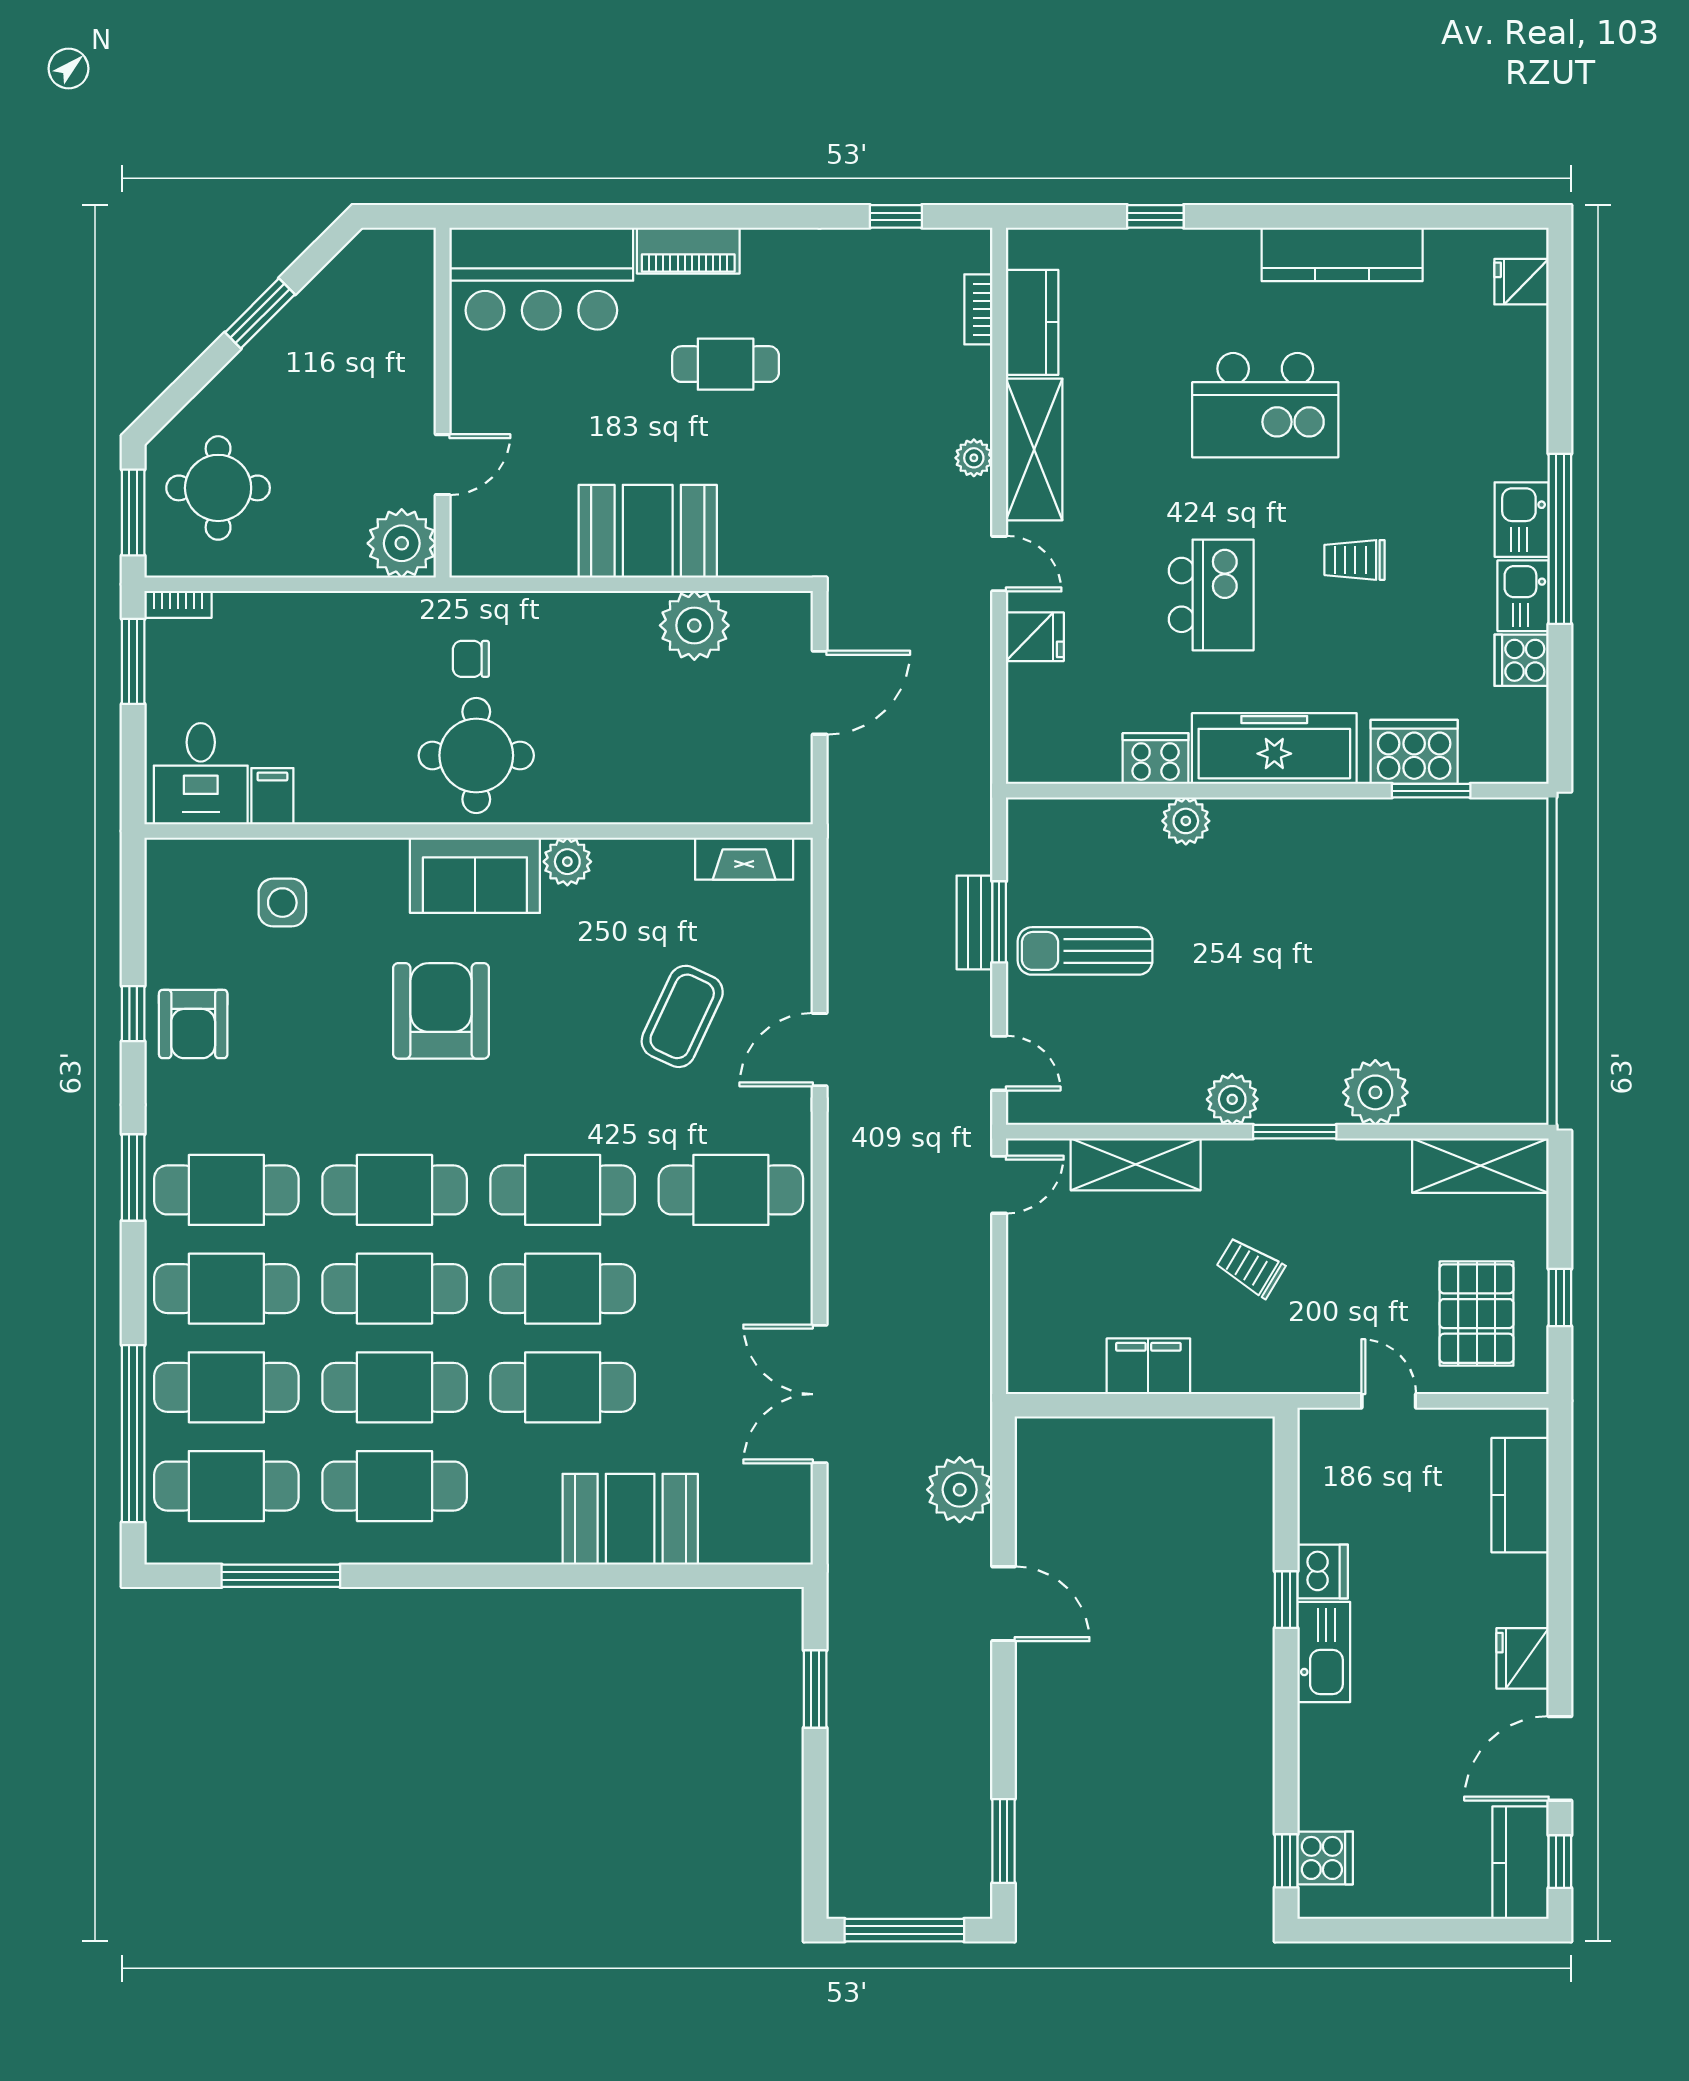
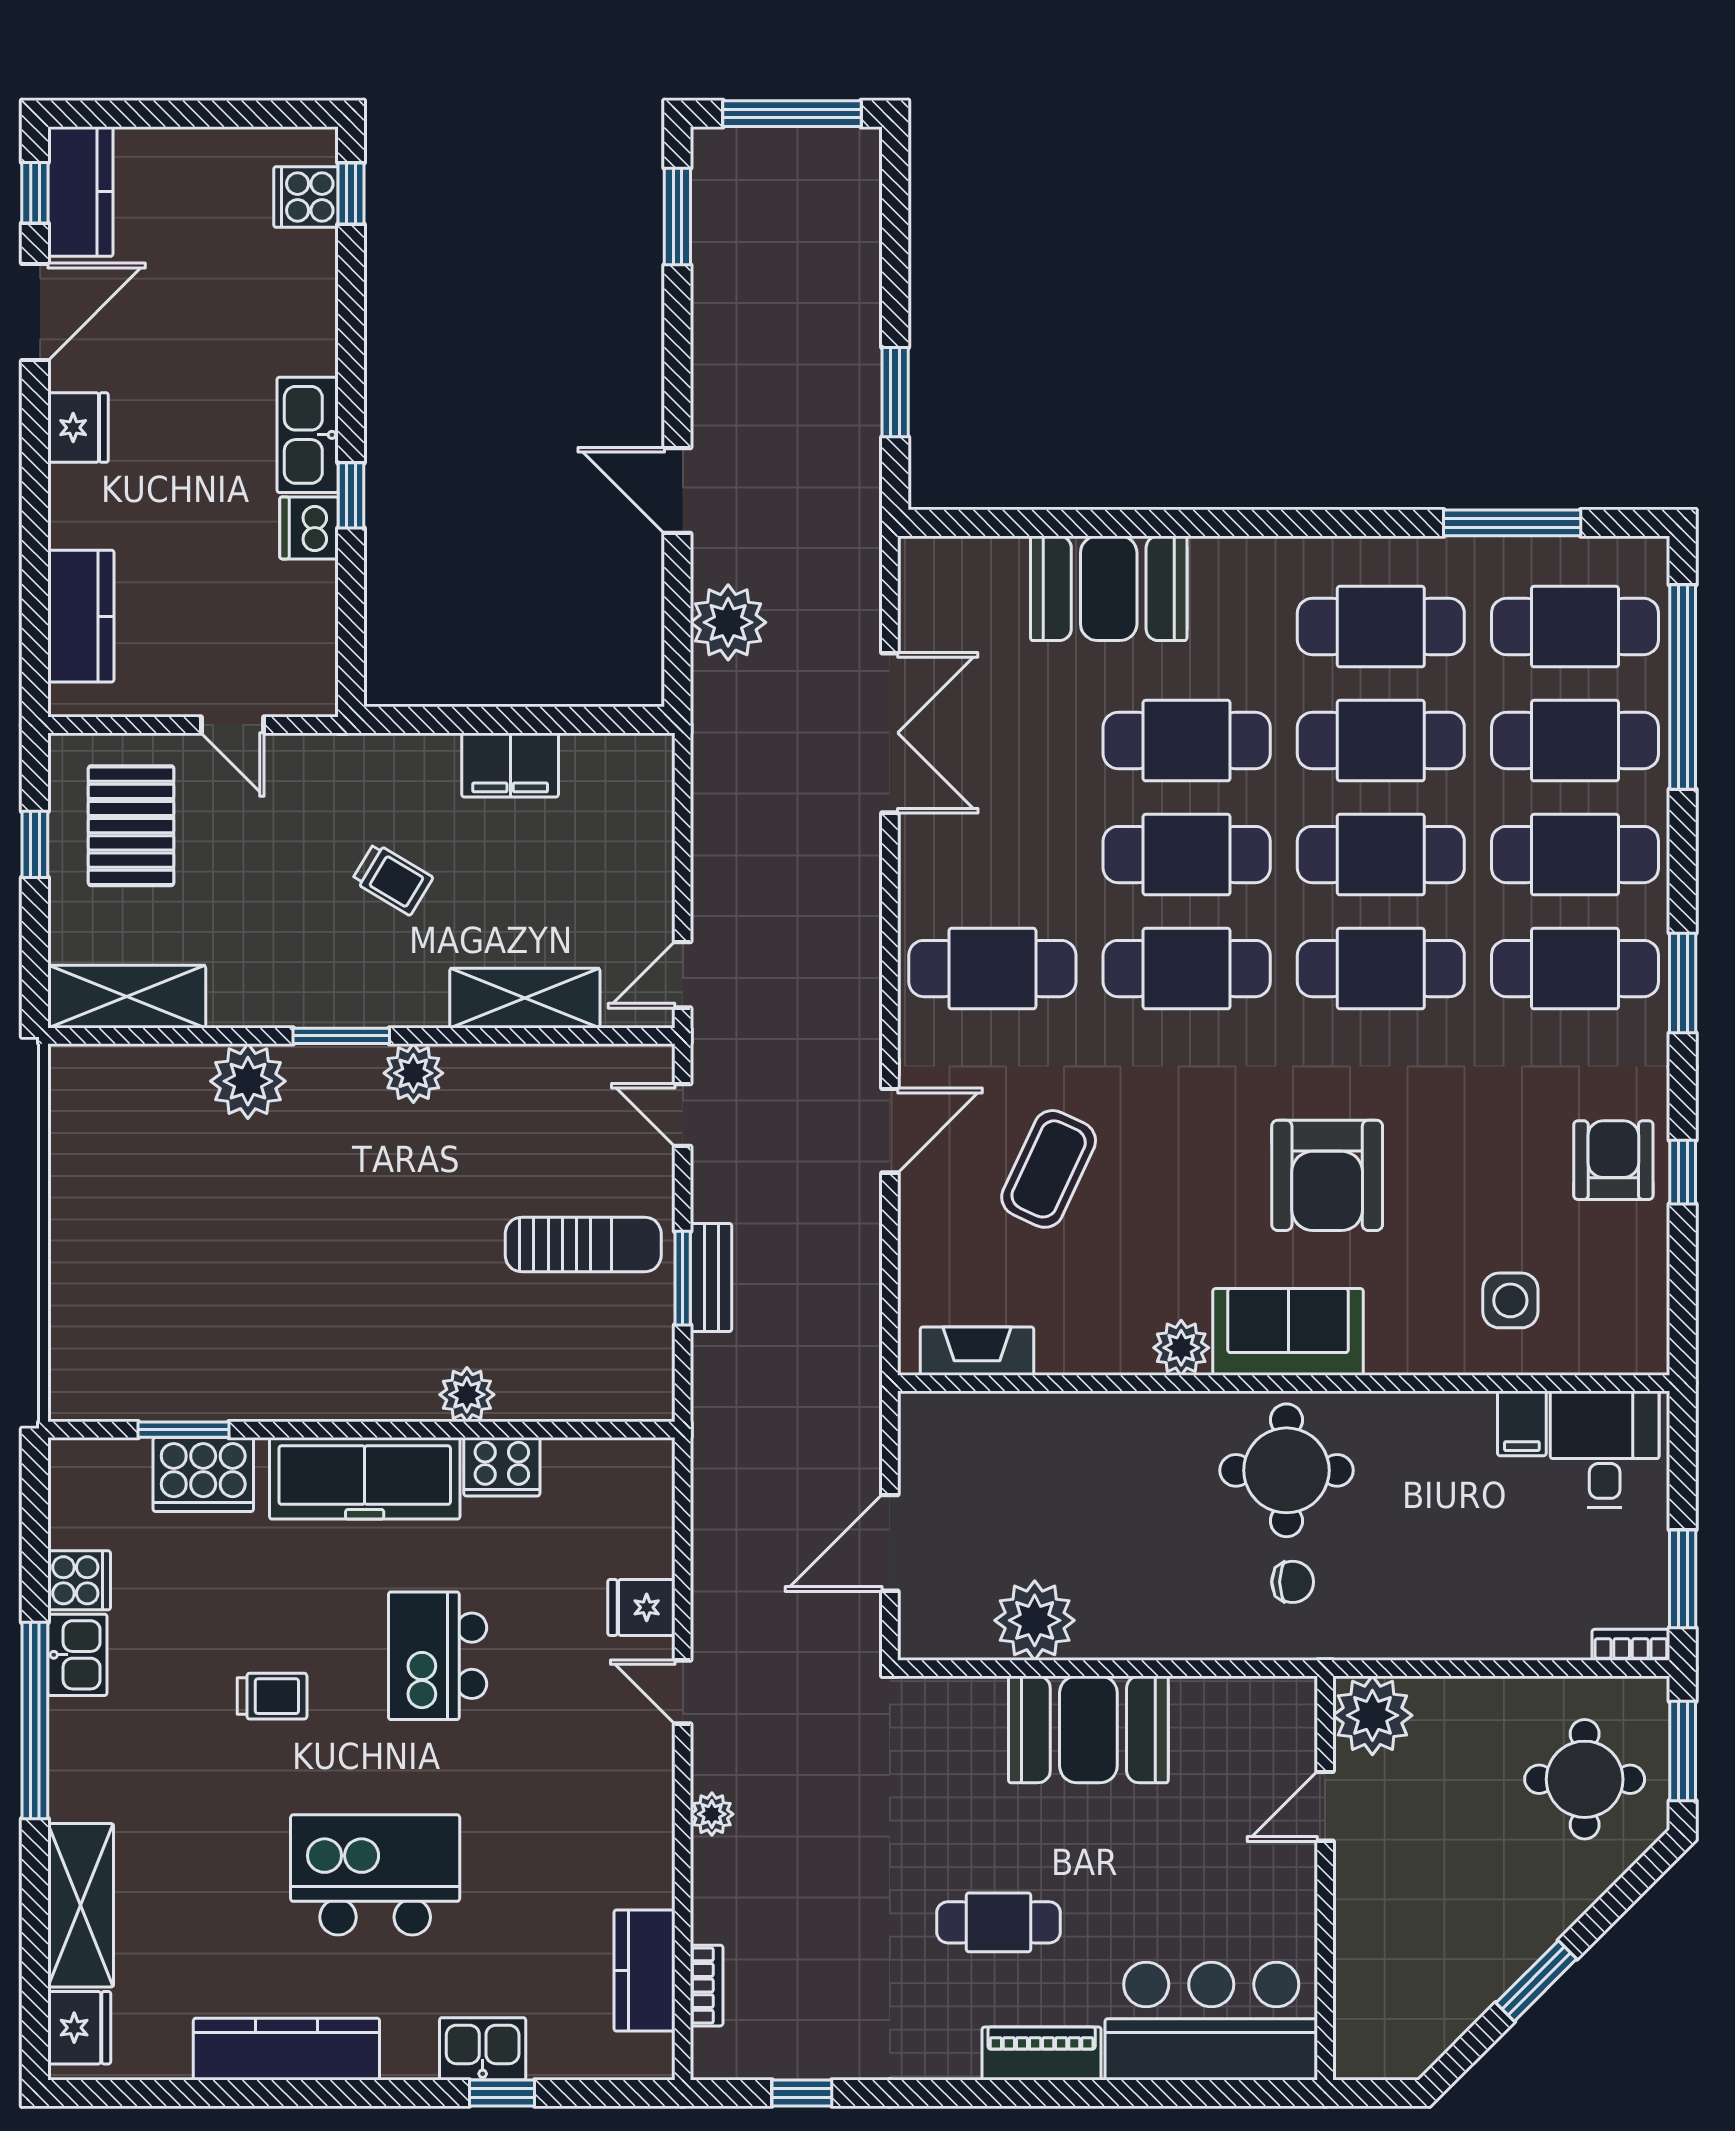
fridge: (1521, 282) -> (79, 2028), width x1.38
shelving: (1034, 449) -> (81, 1905), moved
kitchen sink: (1522, 520) -> (483, 2049), moved, turned -90

